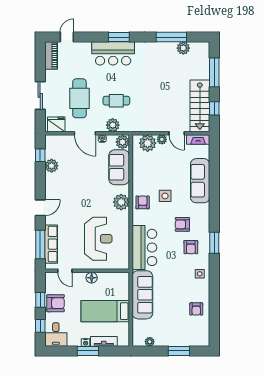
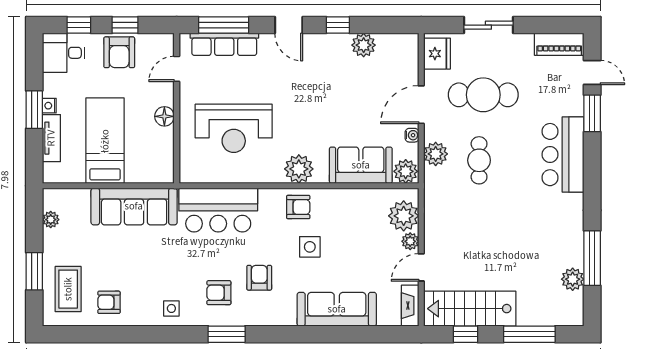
window: (119, 37) -> (592, 113), moved
window: (40, 155) -> (338, 25), moved
coffee table: (189, 332) -> (68, 289), added

